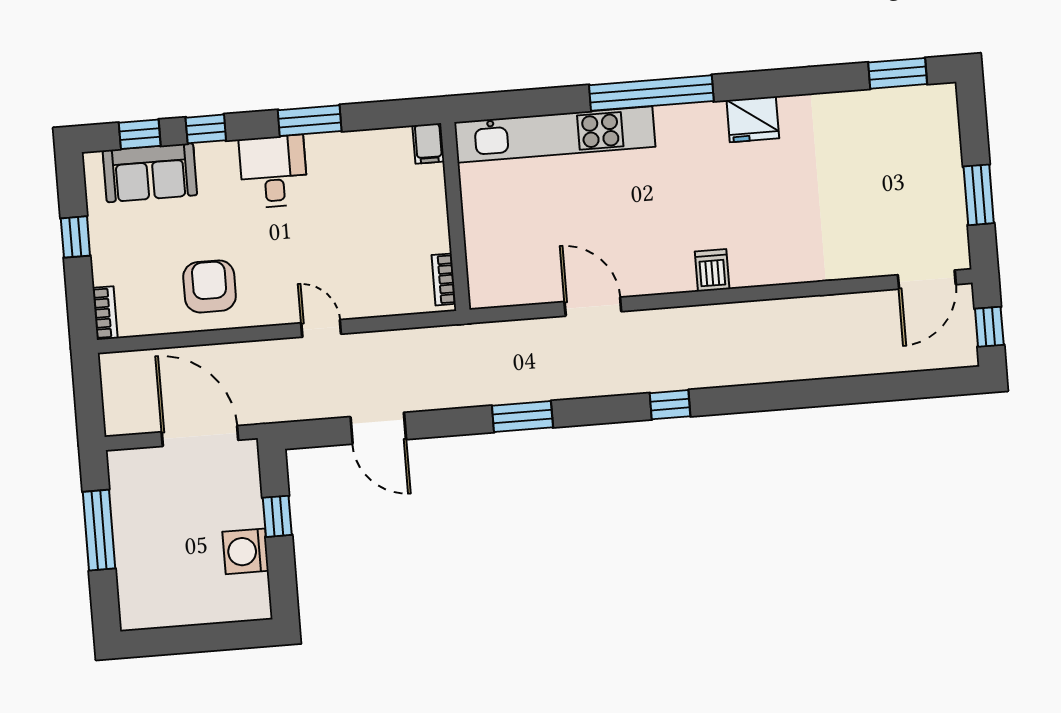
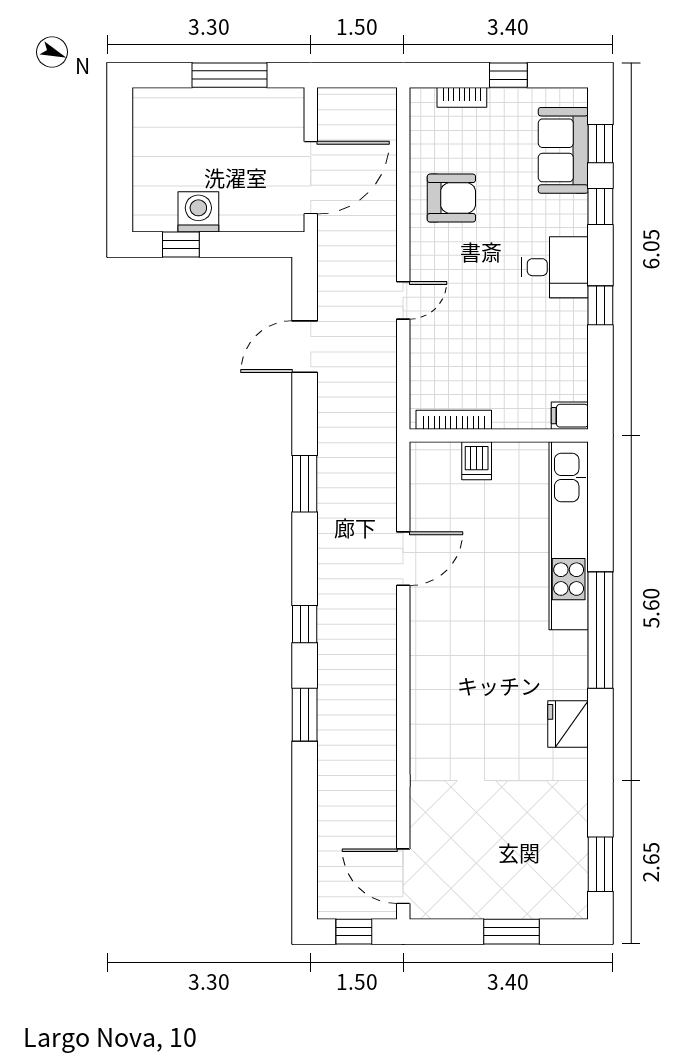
window: (310, 121) -> (600, 305), width x0.67
window: (979, 195) -> (512, 932), moved
dishwasher: (712, 270) -> (477, 461), moved, turned 90
bookcase: (444, 279) -> (454, 420), width x1.56
bookcase: (105, 313) -> (462, 97), moved
window: (765, 397) -> (305, 715), added
window: (277, 516) -> (181, 245), moved

